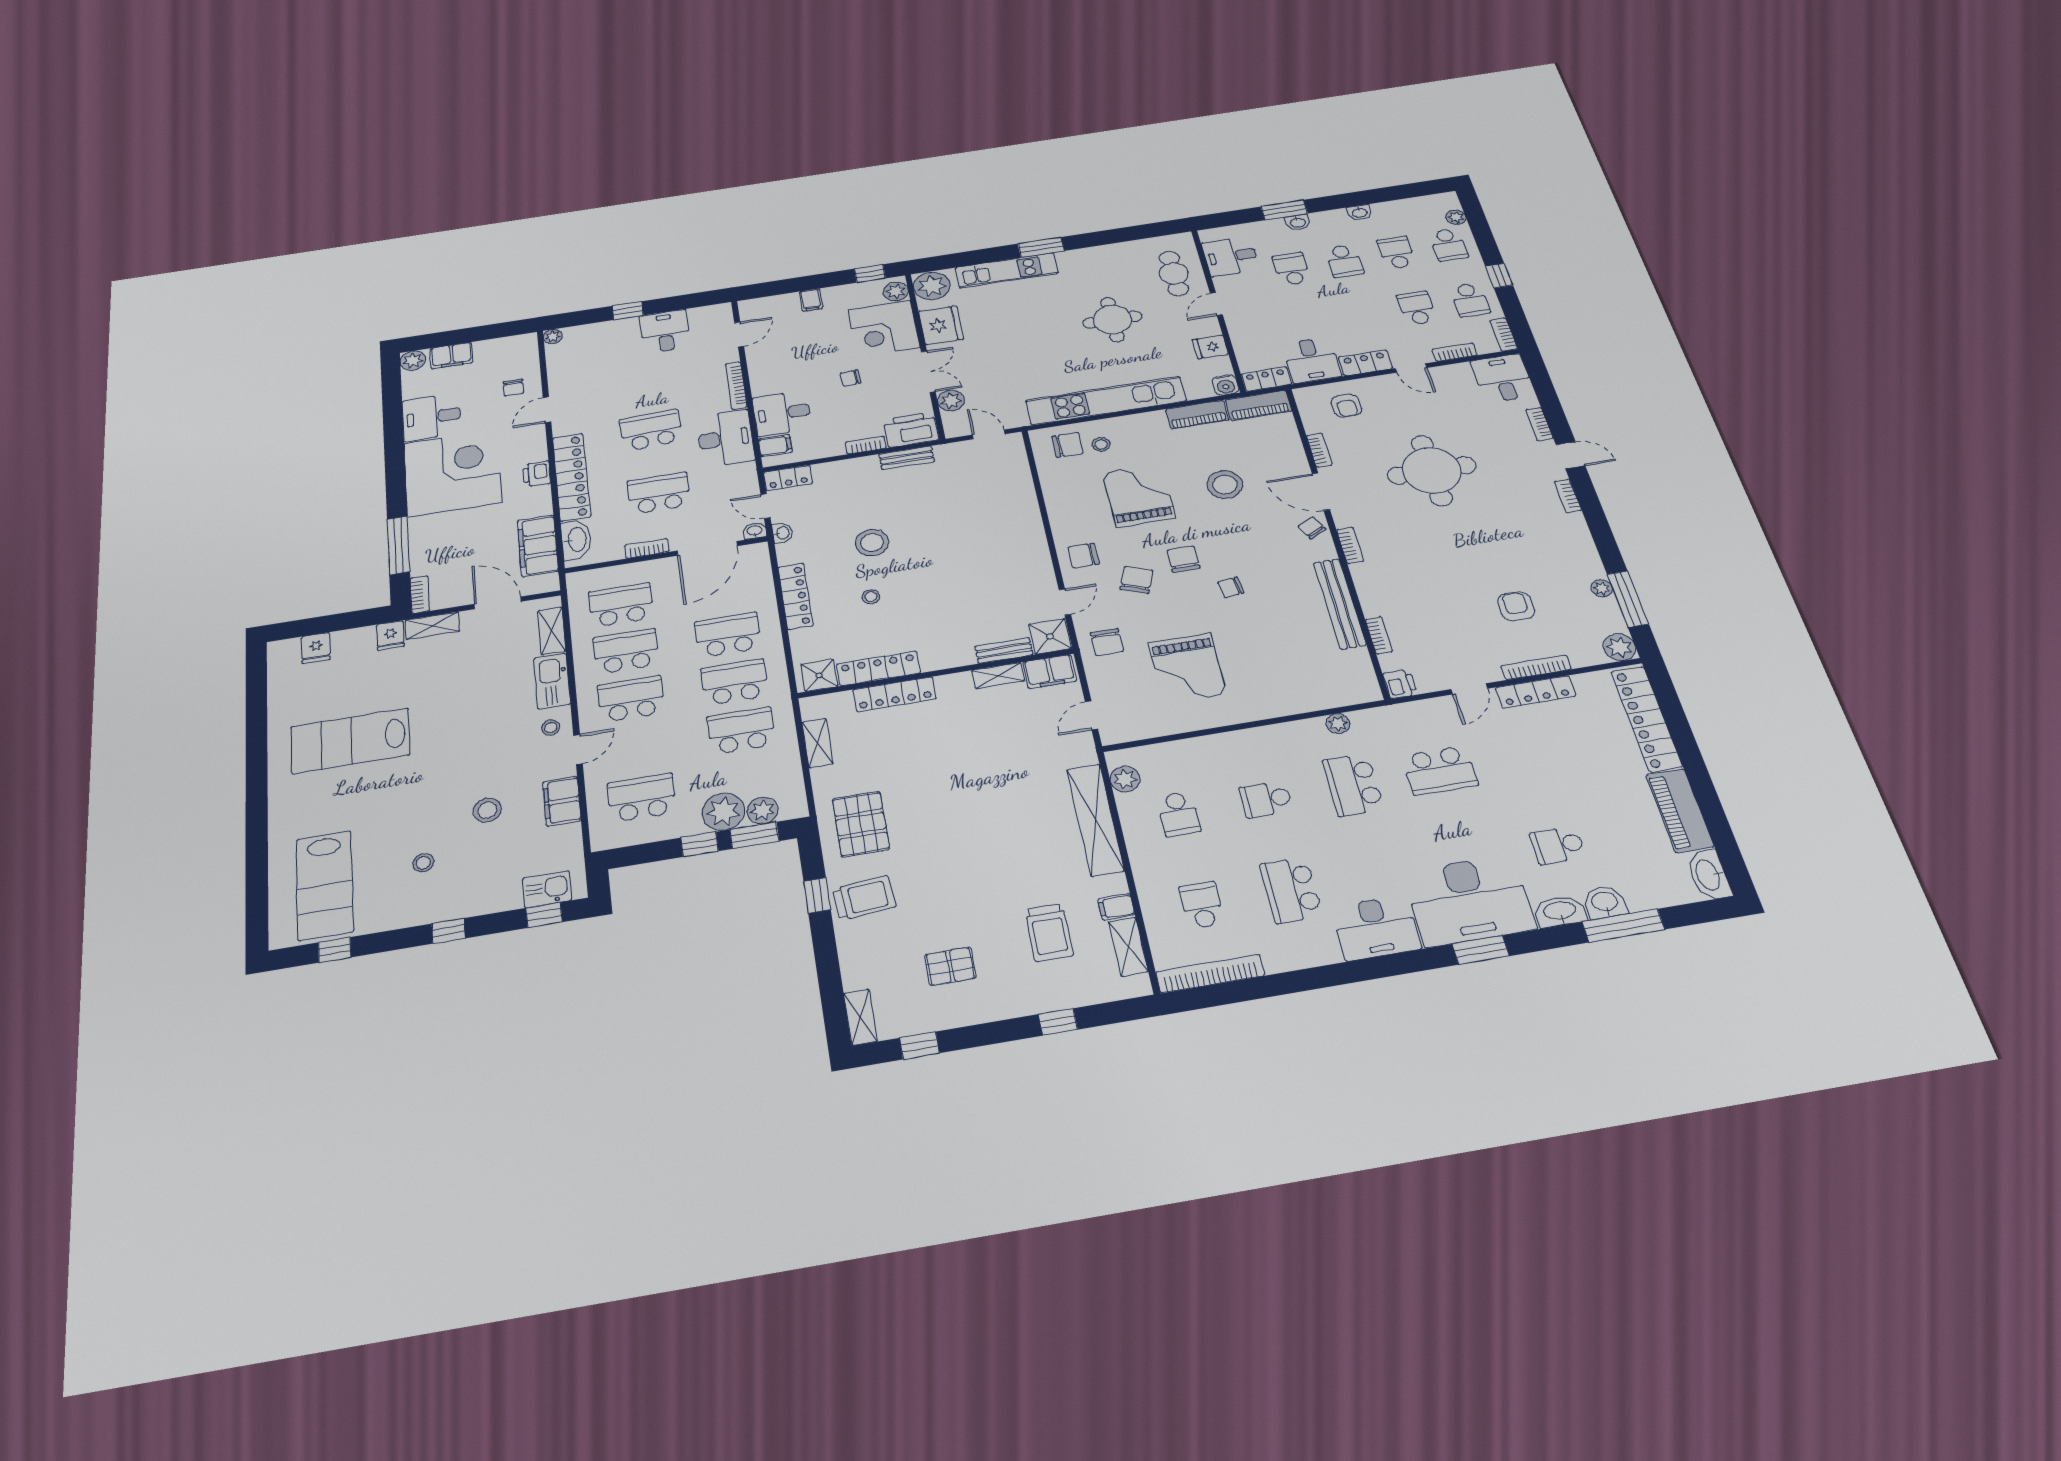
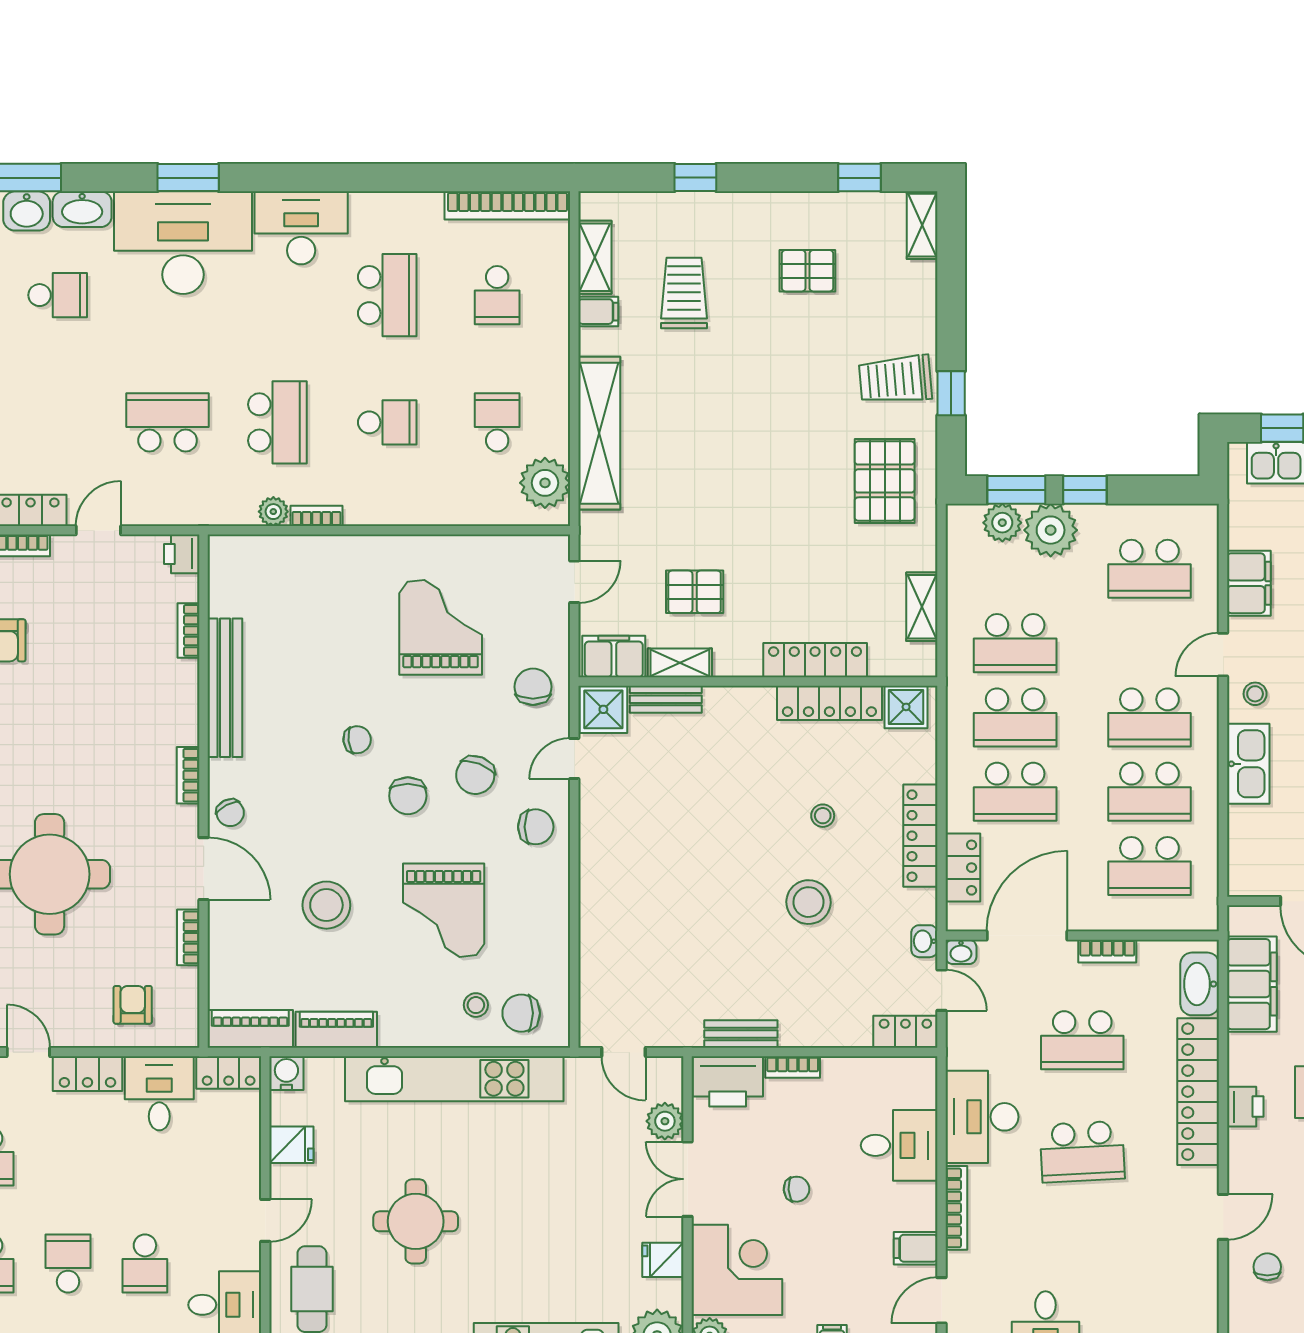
fridge: (941, 325) -> (663, 1260), width x0.53, depth x0.75
filing cabinet: (775, 446) -> (916, 1248), moved
locker: (761, 582) -> (963, 868), added
shelving: (552, 631) -> (1243, 842), removed
pallet: (997, 724) -> (695, 592), added
bookcase: (1303, 726) -> (317, 516), added
plant: (1125, 779) -> (545, 483), width x1.36, depth x1.36

